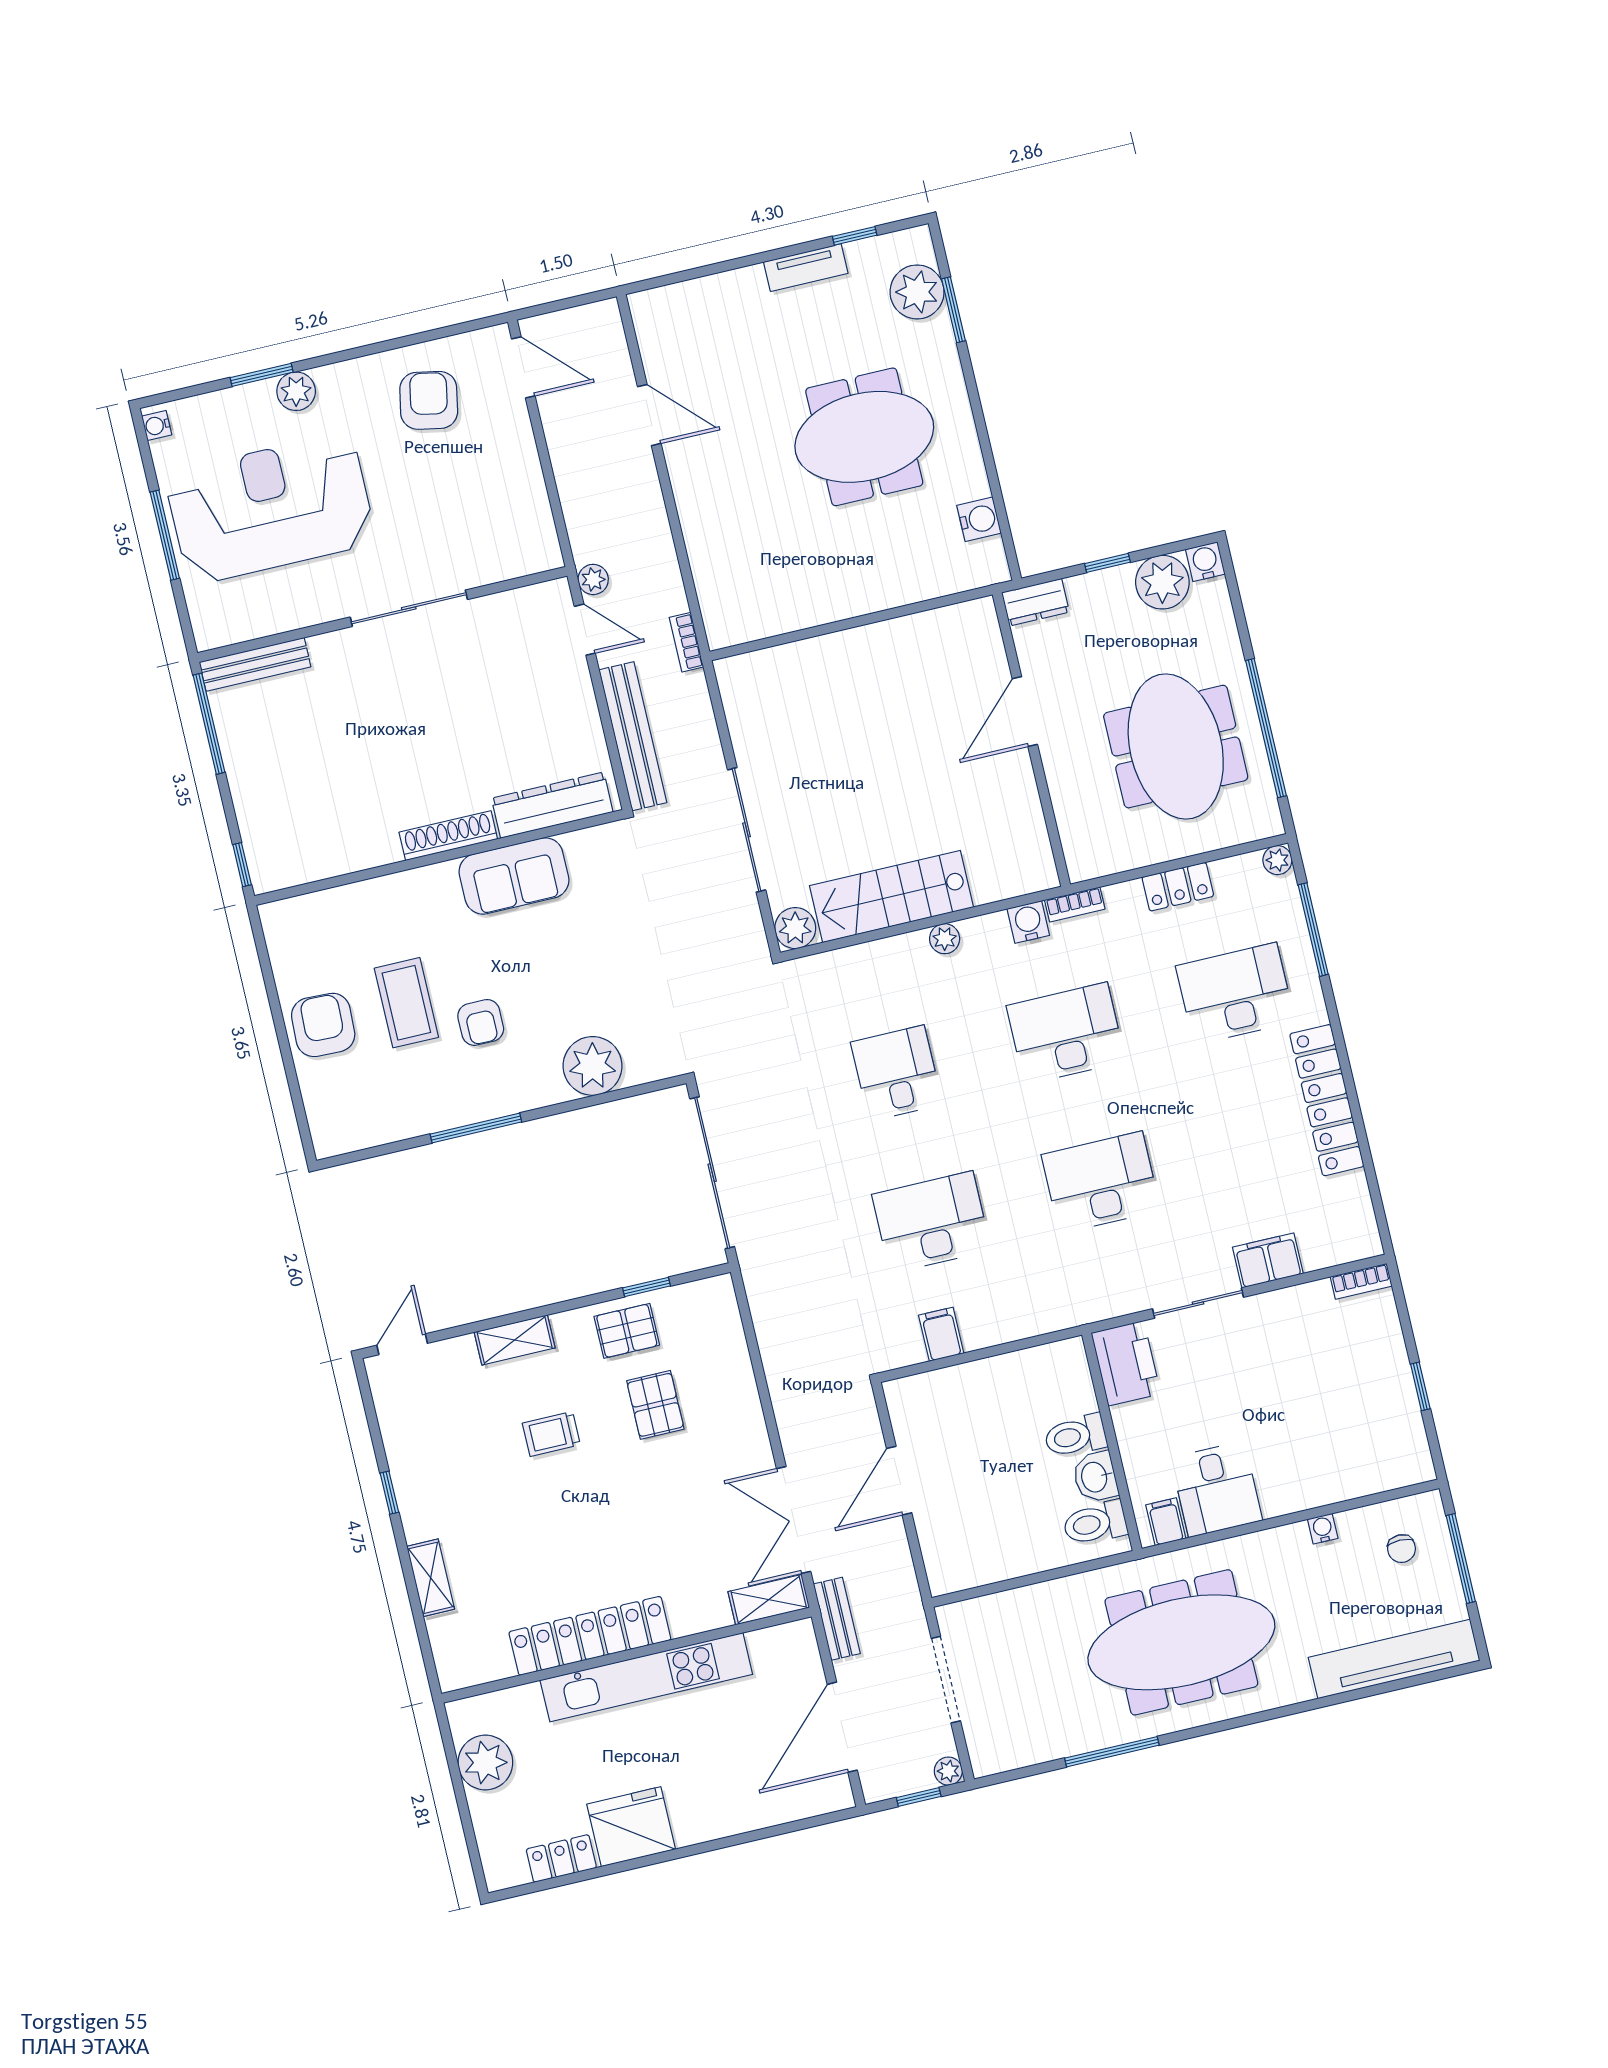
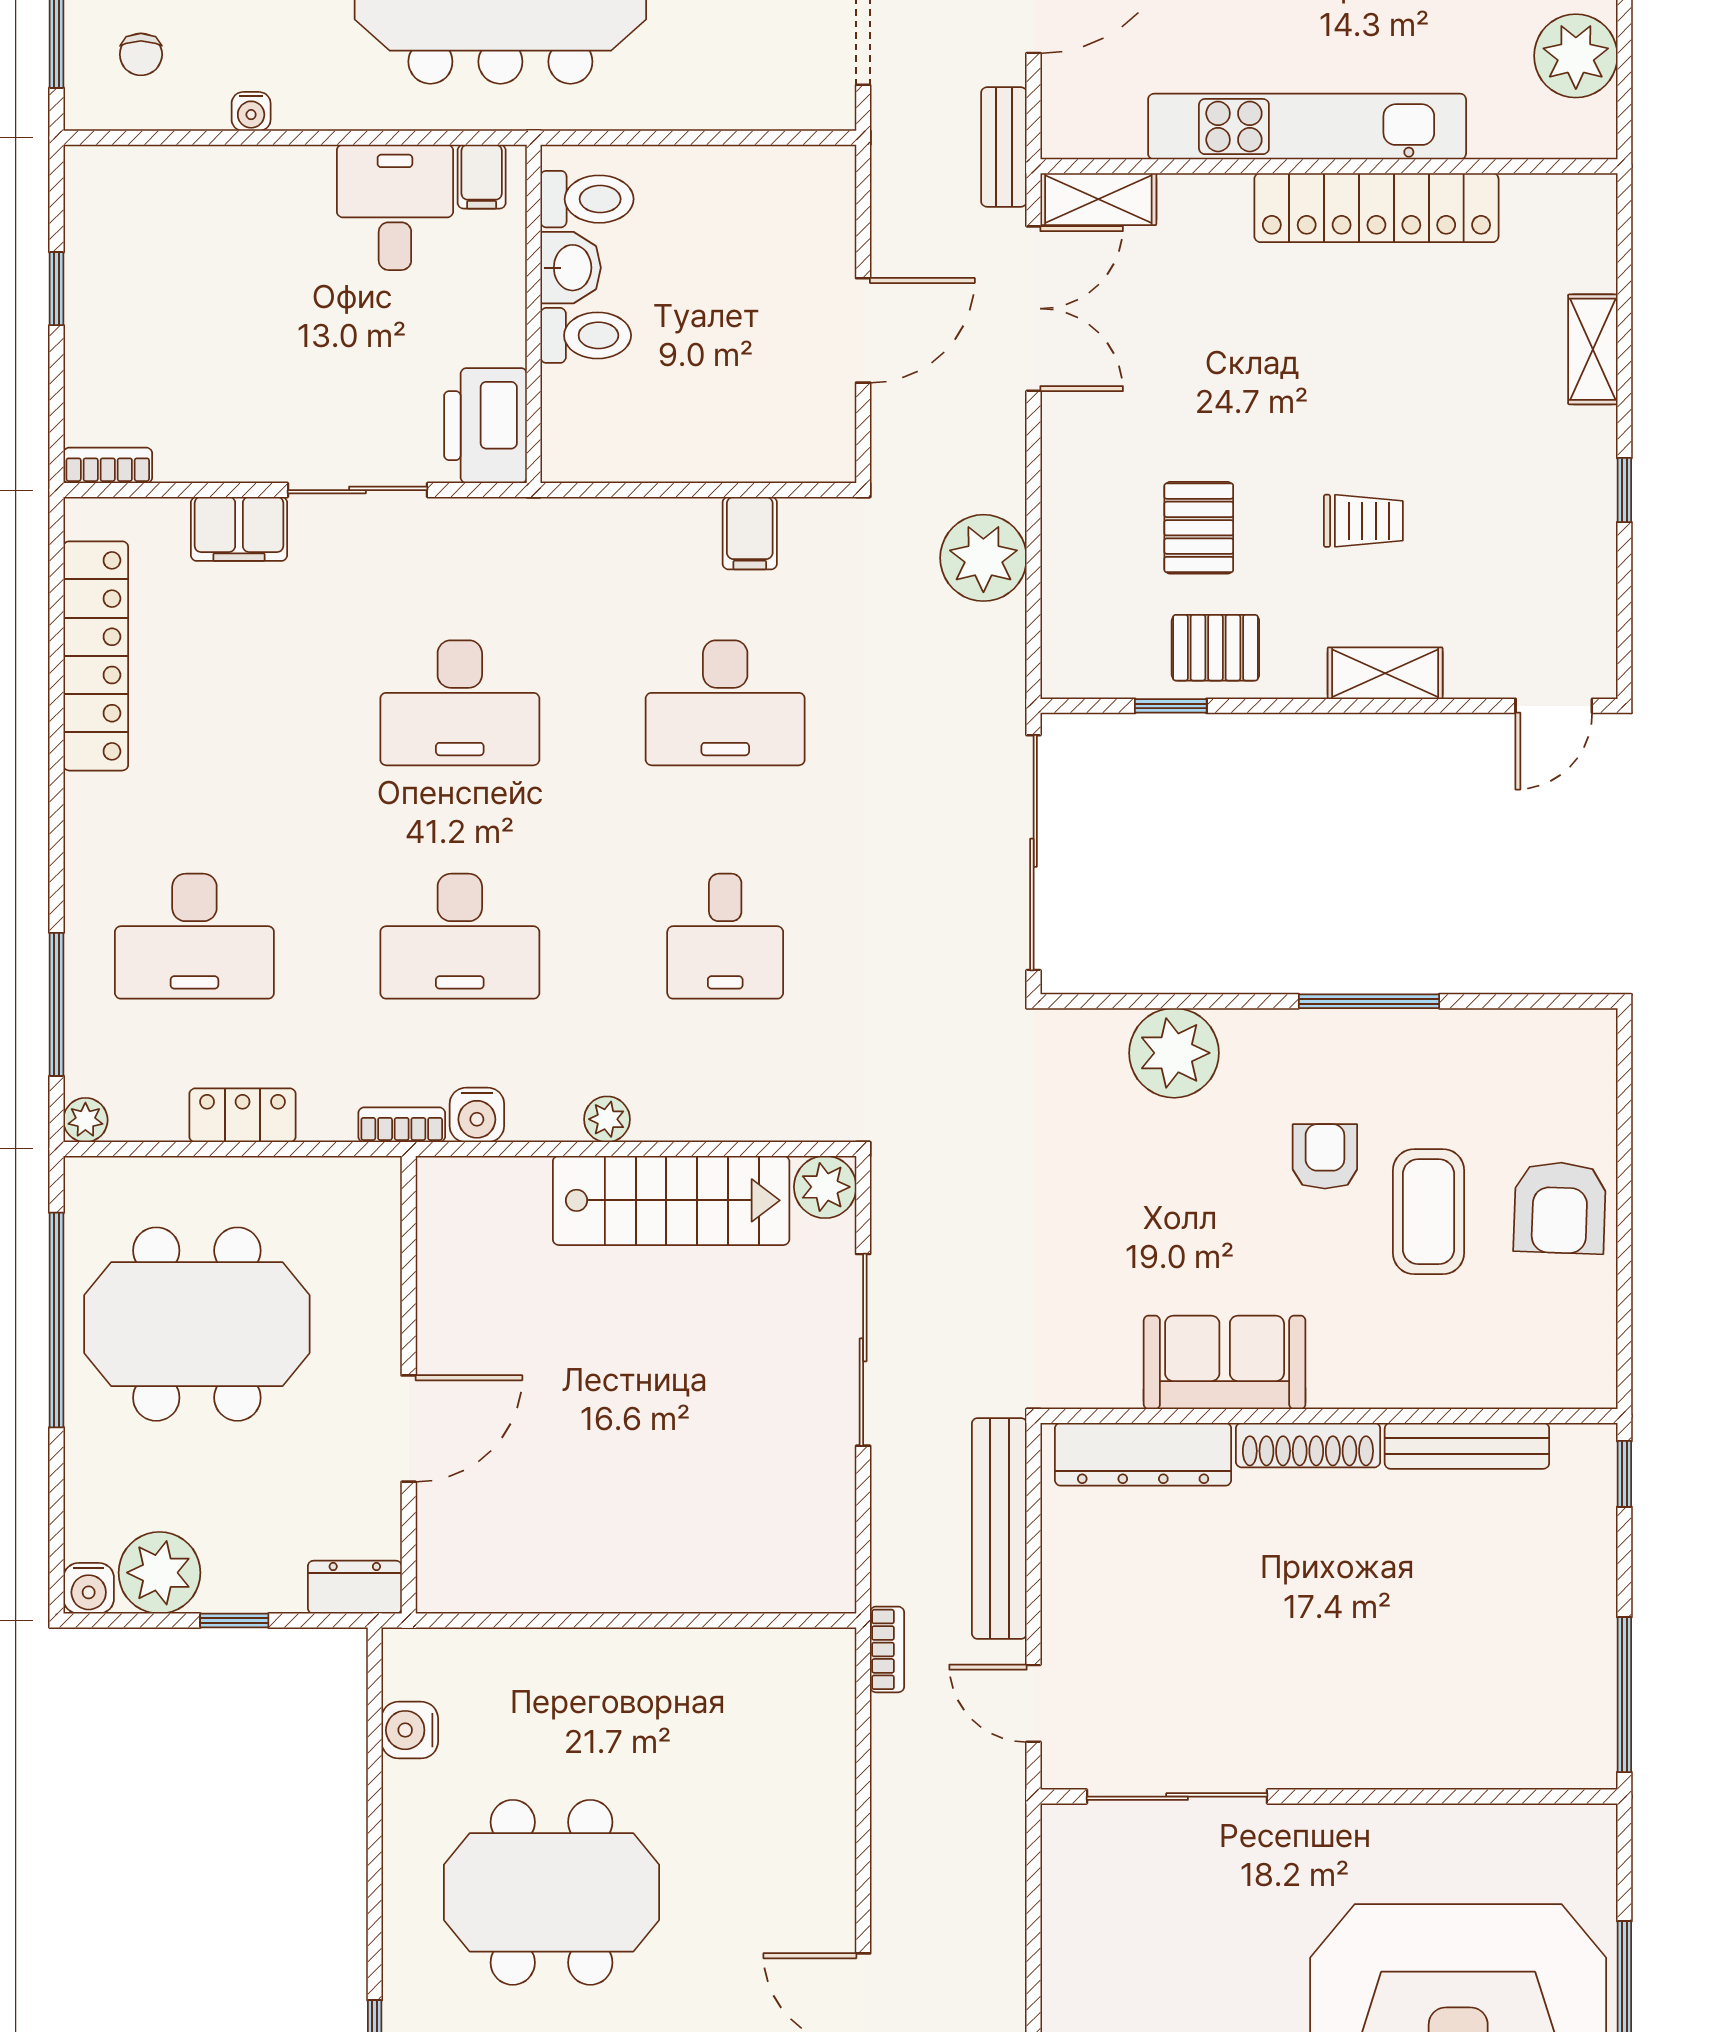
plant: (593, 579) -> (983, 558), moved, width x1.87, depth x1.87
sliding door: (409, 608) -> (1177, 1797), moved
bench: (255, 664) -> (1467, 1446), moved
meeting table: (1176, 747) -> (197, 1324), turned 90
locker: (1327, 1100) -> (96, 656), moved
chair: (1402, 1549) -> (141, 54), turned 180

